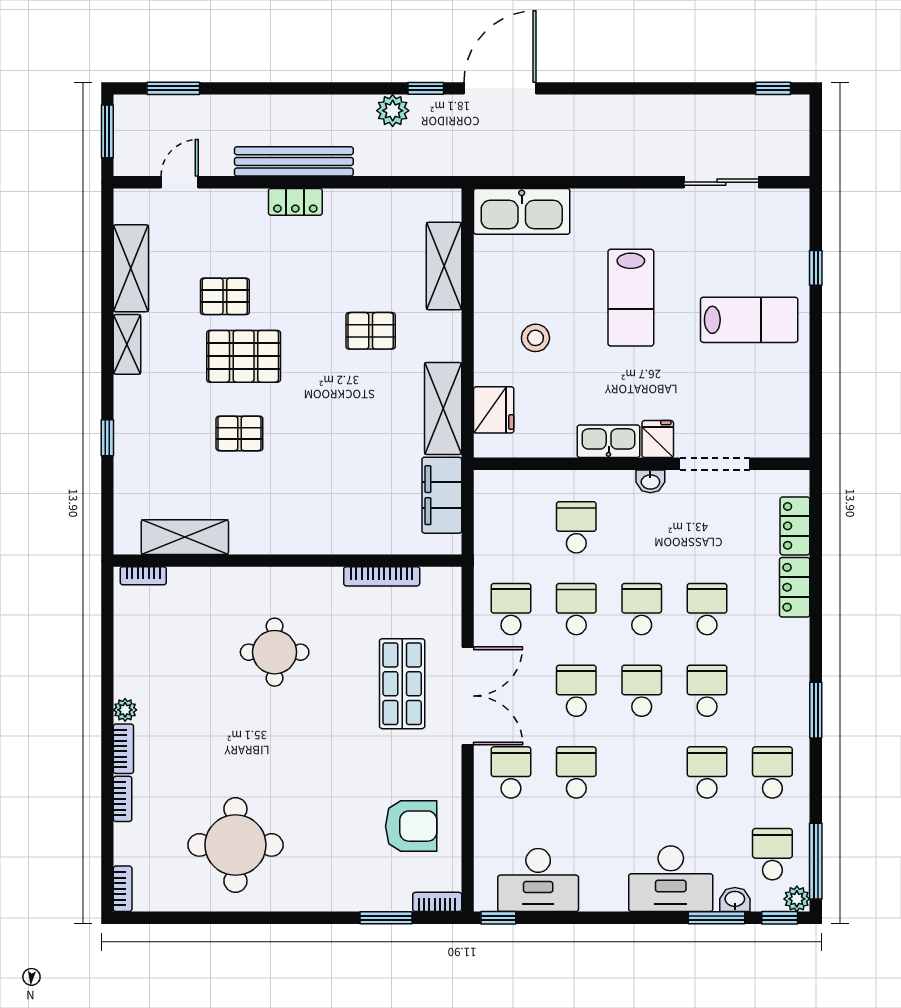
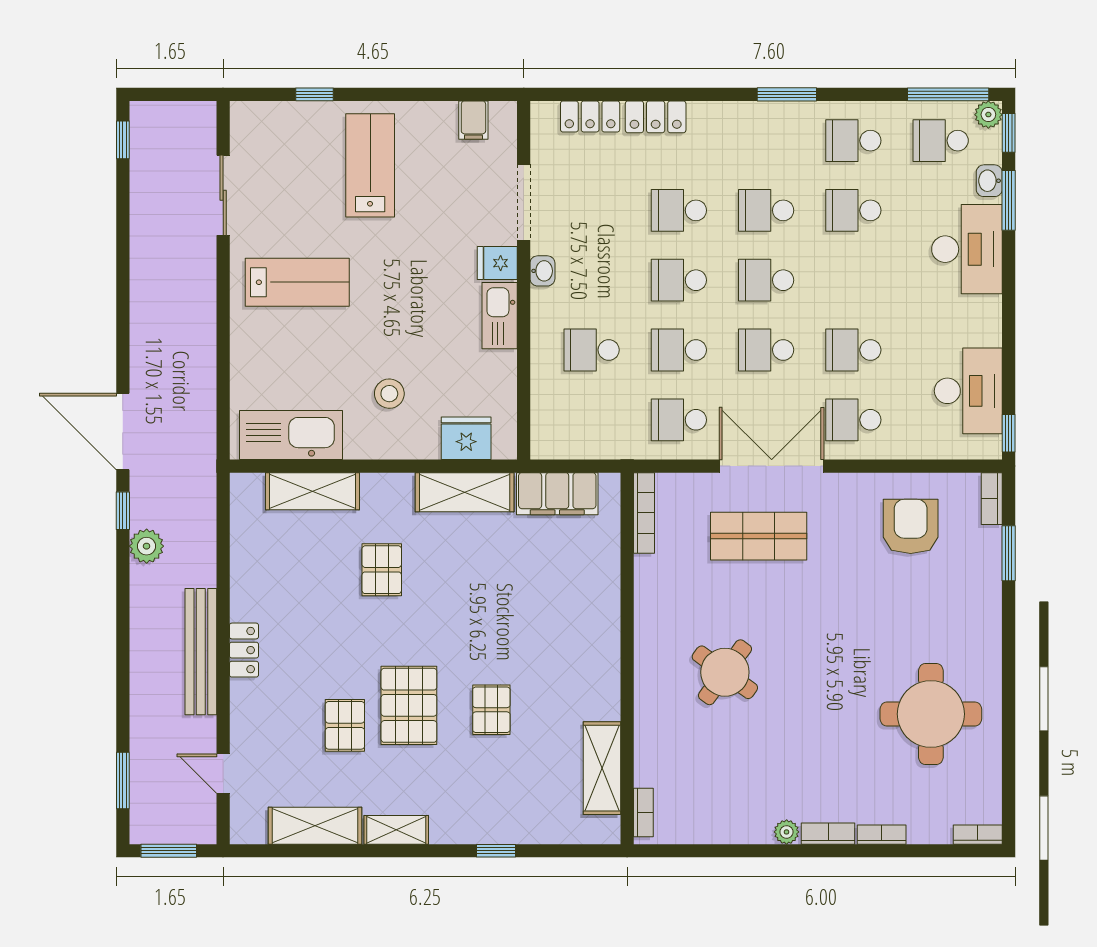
kitchen sink: (522, 211) -> (291, 435), moved, turned -90
lab bench: (631, 298) -> (297, 282), moved
filing cabinet: (792, 417) -> (473, 120), added
bookcase: (382, 576) -> (644, 513), moved
round table: (275, 652) -> (725, 672), turned 36

